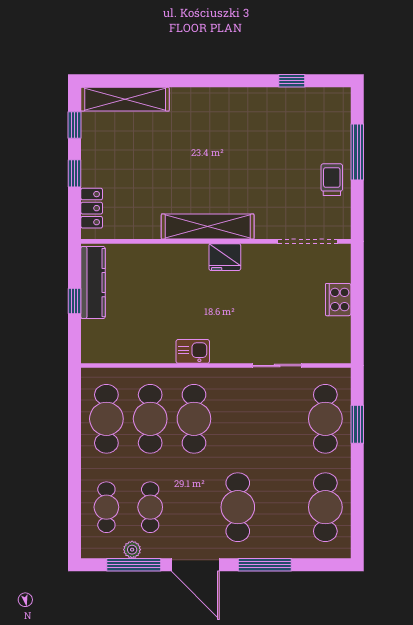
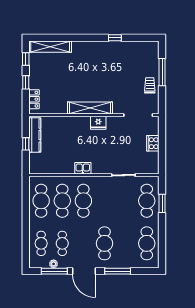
window: (292, 81) -> (115, 38), moved

